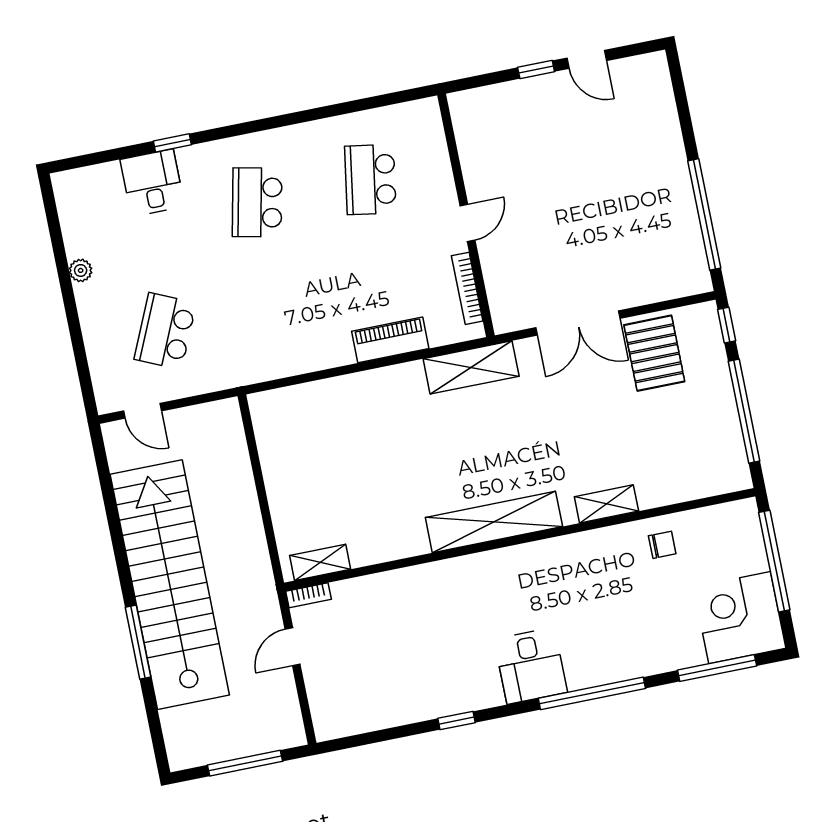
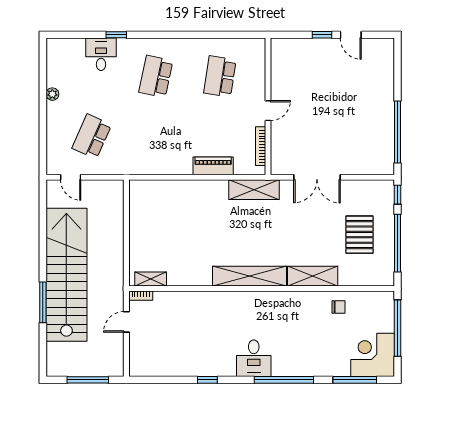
pallet: (654, 353) -> (359, 235), moved
shelving: (606, 504) -> (313, 276), width x1.50, depth x1.33

